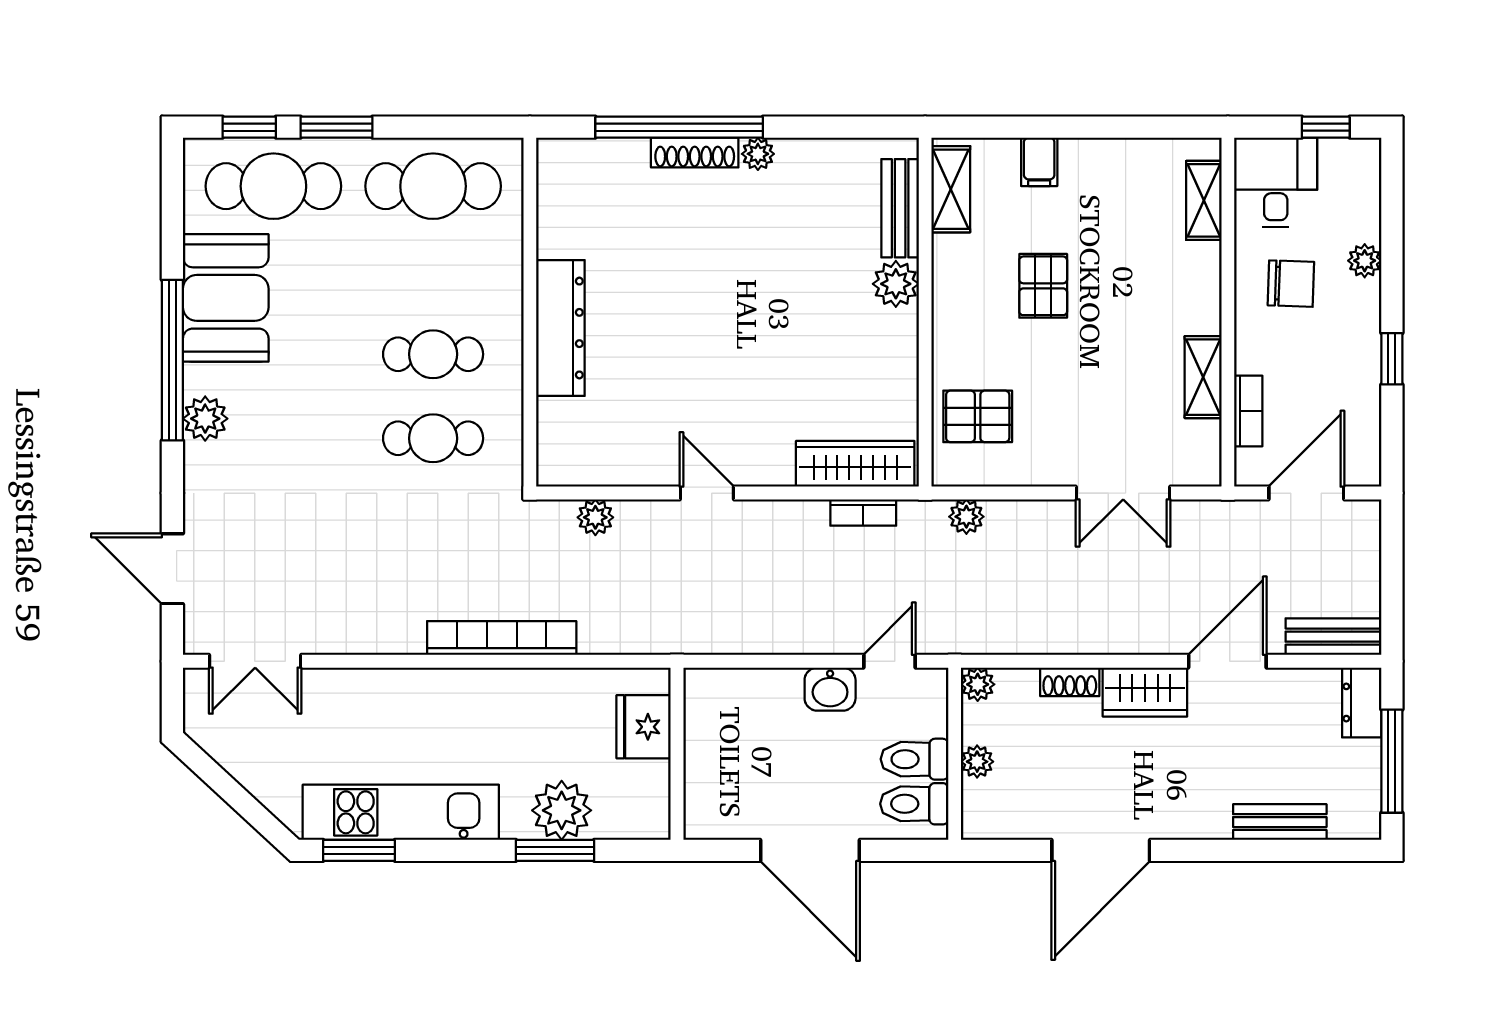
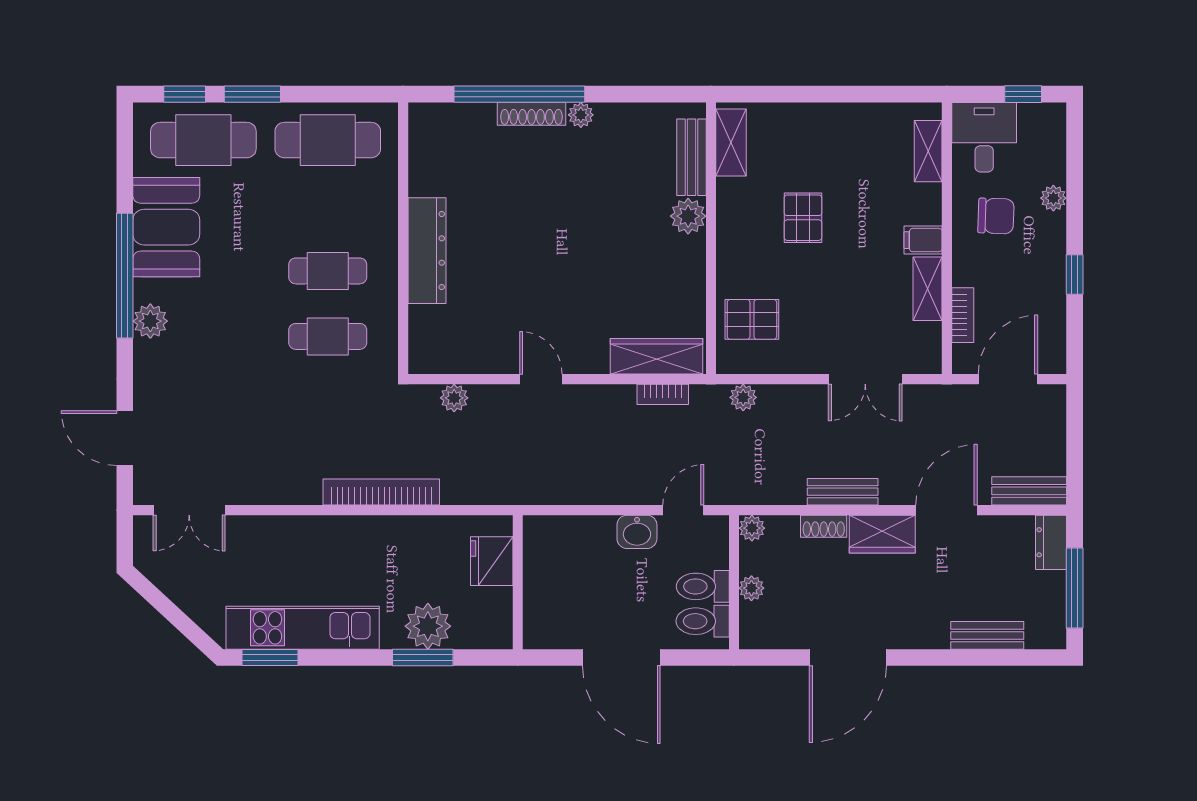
filing cabinet: (1039, 162) -> (923, 240), moved, turned 90
bench: (1094, 638) -> (843, 492), added

